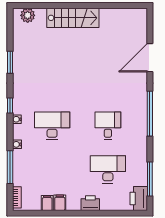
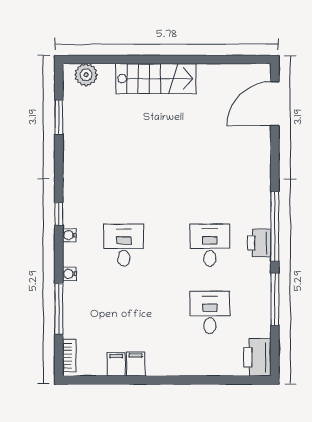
door: (150, 58) -> (275, 104), moved
window: (10, 62) -> (59, 117), moved
desk: (52, 126) -> (124, 245), width x0.73
desk: (108, 169) -> (210, 312), width x0.73
window: (150, 179) -> (275, 299), moved
printer: (90, 203) -> (259, 243), moved, turned -90

